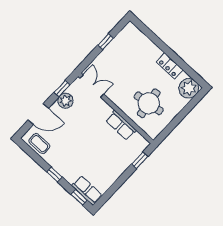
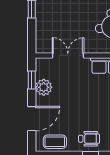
double door: (92, 86) -> (68, 55), moved
wheelchair: (64, 163) -> (89, 139), added

